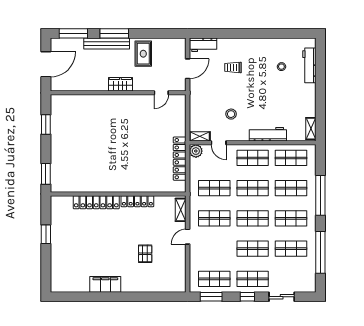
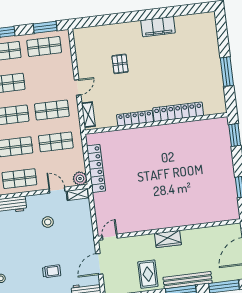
door: (161, 93) -> (110, 237), moved
window: (46, 234) -> (227, 72), width x1.44

